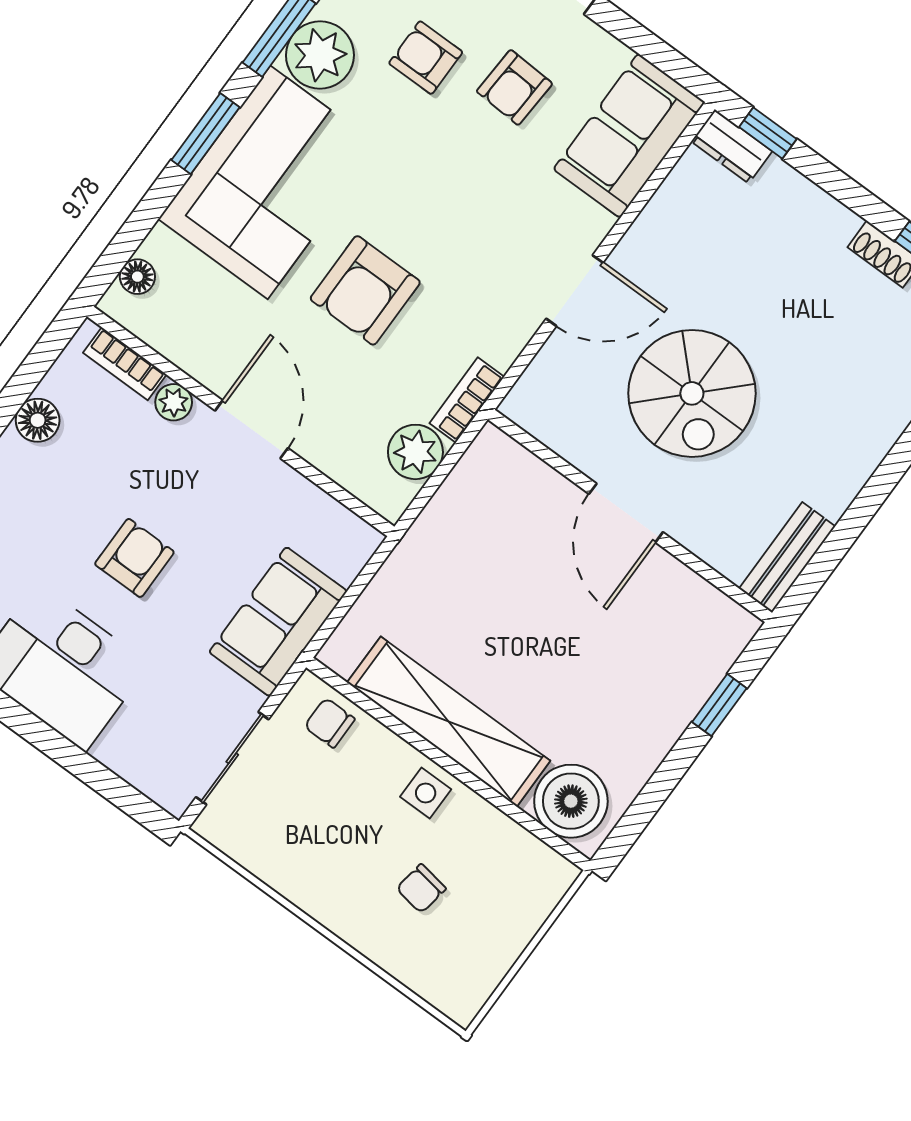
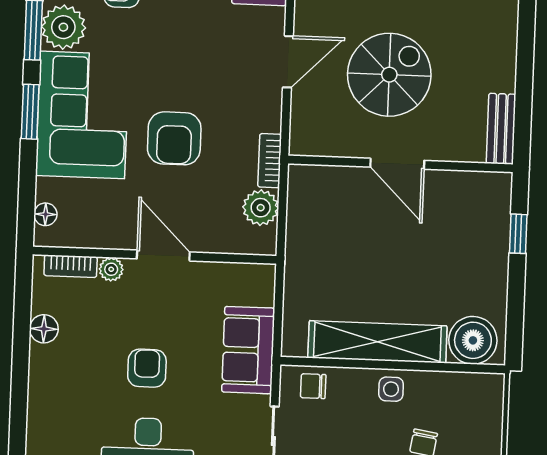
spiral stairs: (692, 393) -> (389, 75), turned -90

